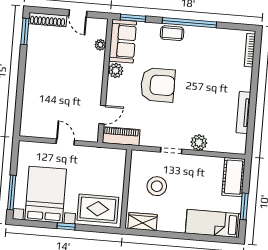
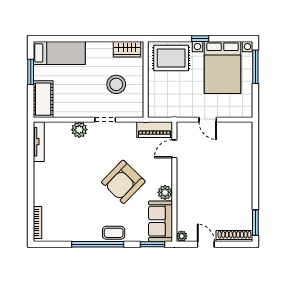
plant: (100, 45) -> (182, 236), moved
armchair: (158, 85) -> (123, 182), turned -46
tv unit: (243, 112) -> (39, 142), moved

